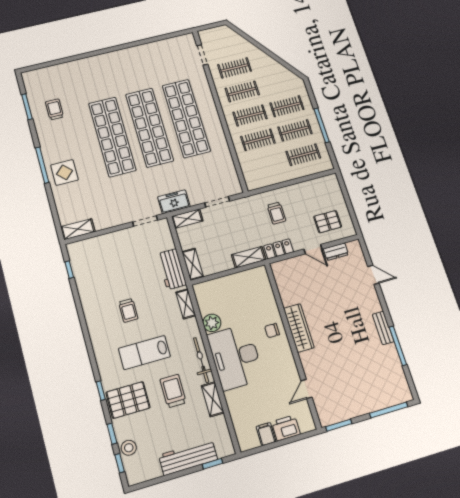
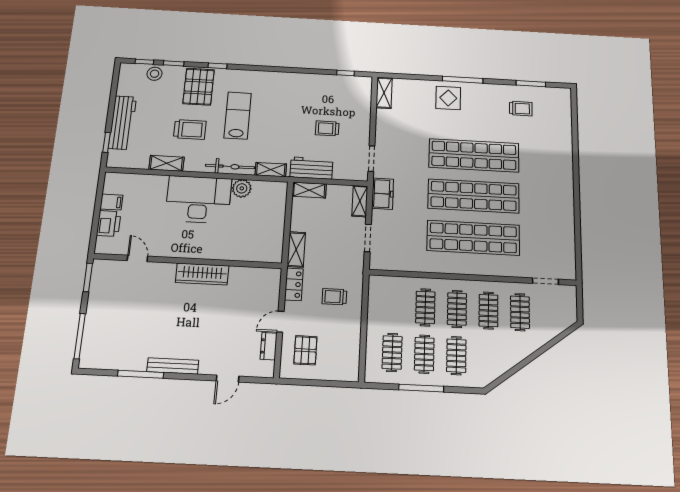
trolley: (128, 310) -> (327, 128), moved
bench: (383, 328) -> (173, 366), width x1.36
chair: (272, 331) -> (210, 245), removed
bicycle: (201, 360) -> (230, 167), moved

